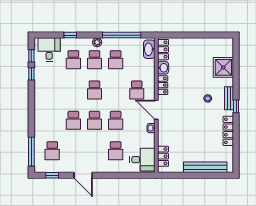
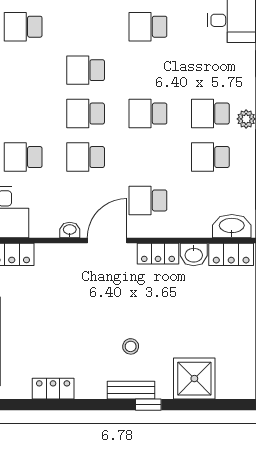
school desk: (73, 60) -> (148, 27), moved
window: (236, 106) -> (148, 405), moved
locker: (228, 131) -> (53, 389), width x0.66

